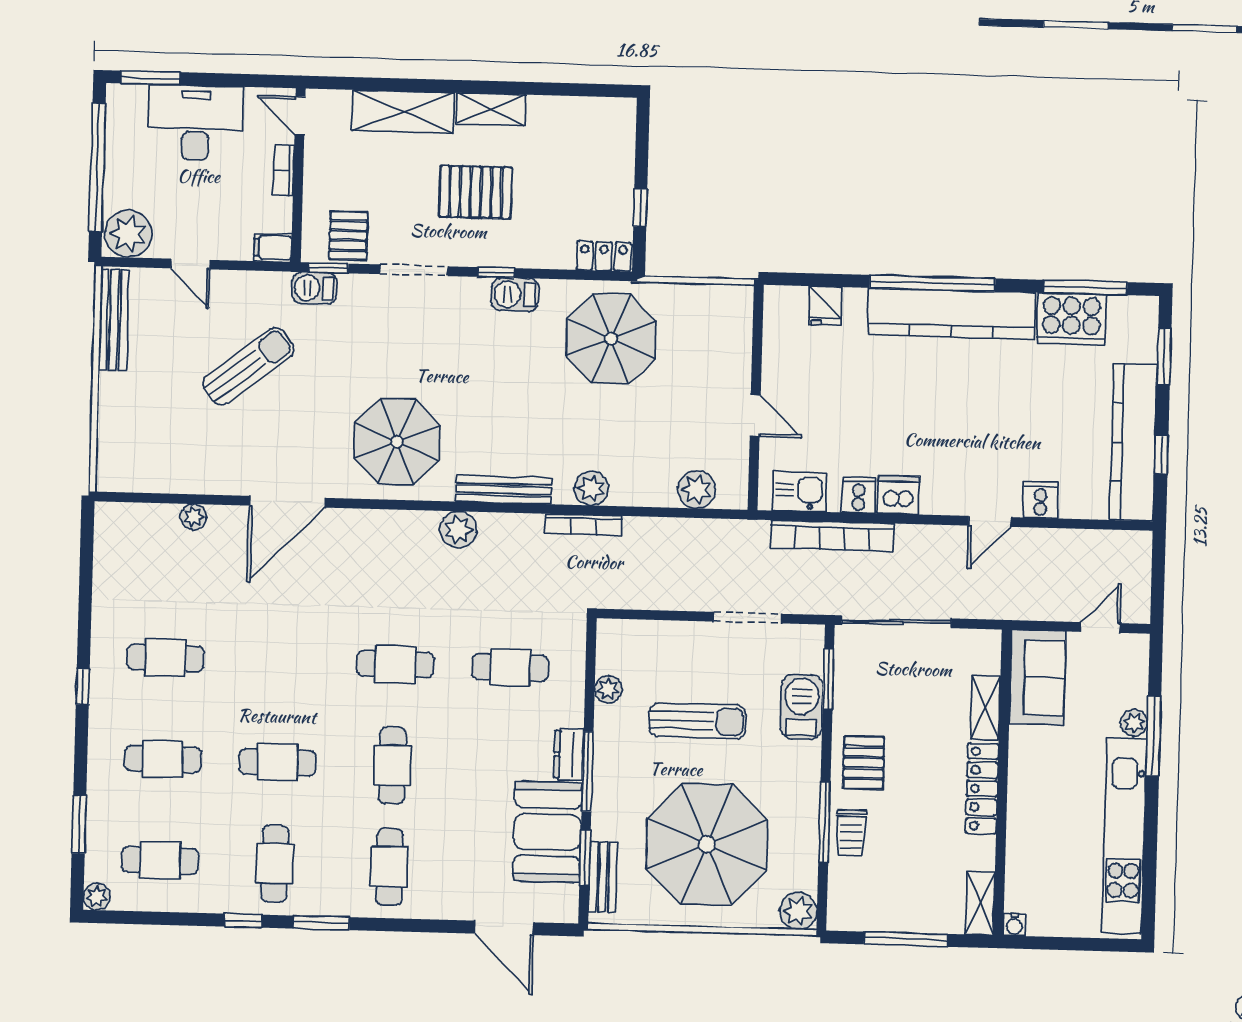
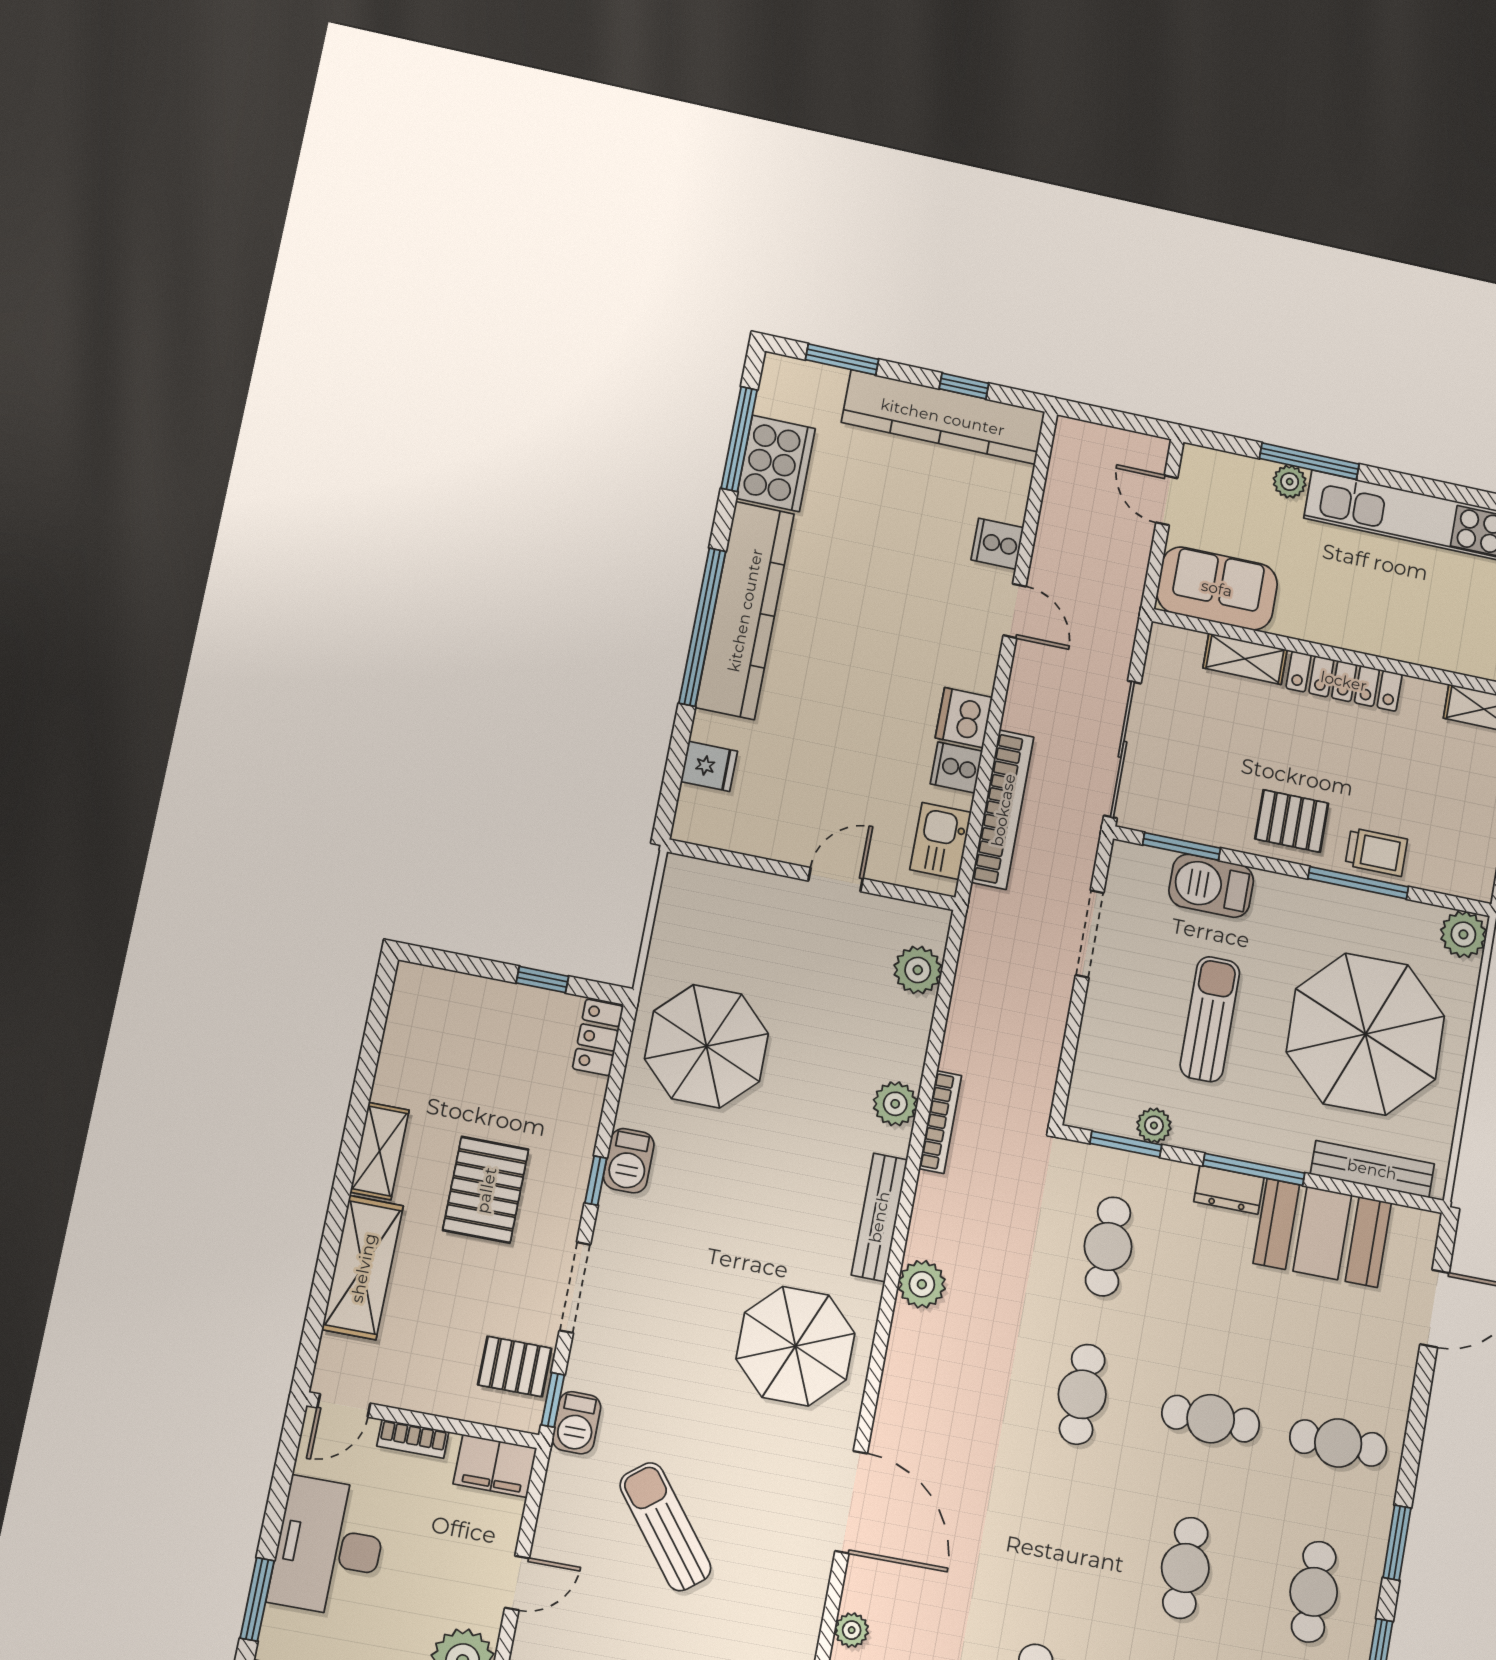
filing cabinet: (273, 247) -> (495, 1466), width x2.00
window: (585, 858) -> (1126, 1144), moved
cafe table: (275, 863) -> (1314, 1592), turned 90
bench: (603, 877) -> (1372, 1169), width x1.36

